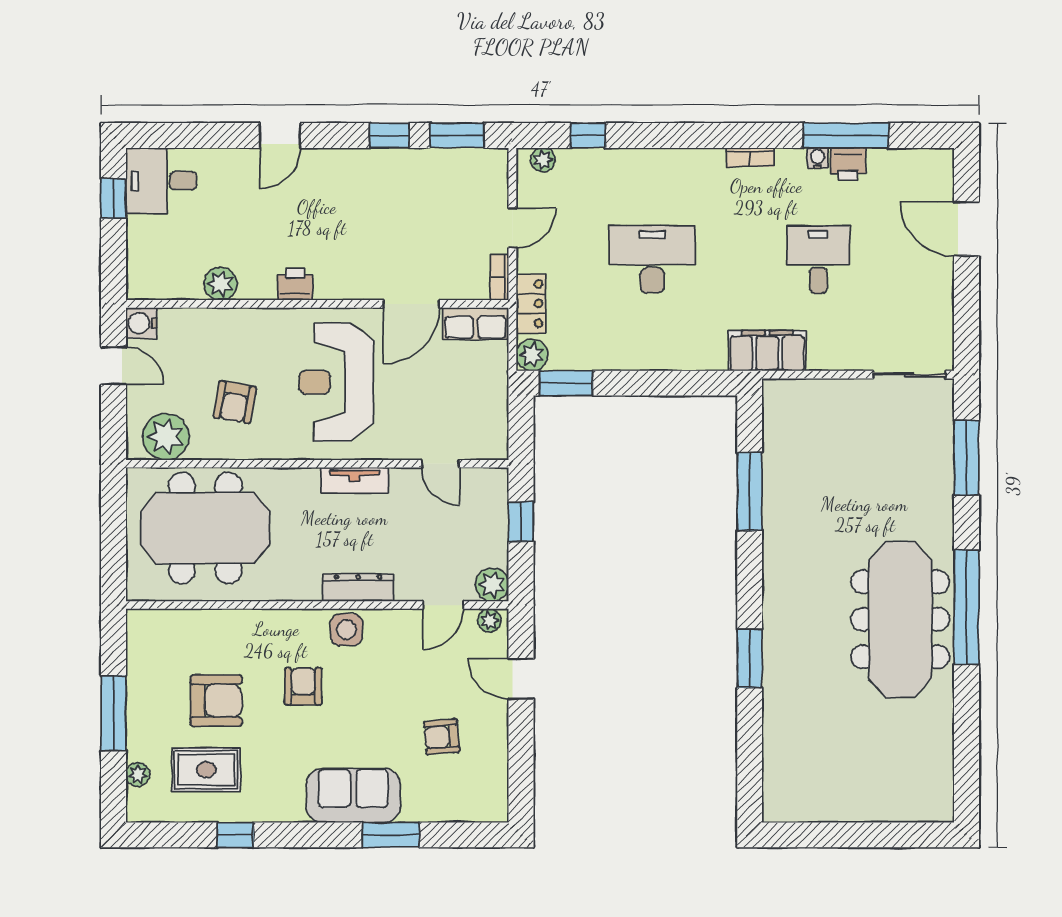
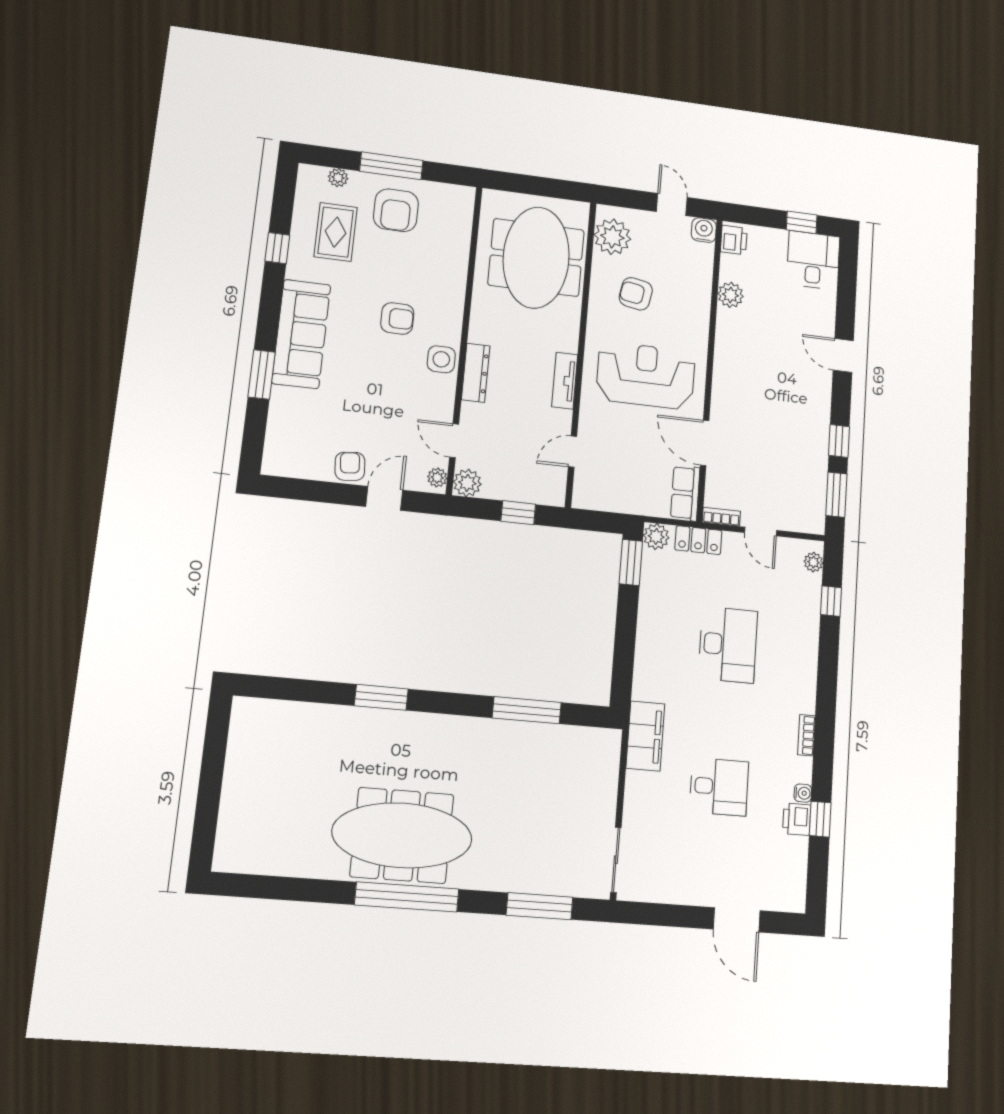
window: (846, 136) -> (820, 819), width x0.46
door: (967, 229) -> (737, 920), swing flipped
printer: (295, 284) -> (734, 240), moved
door: (114, 366) -> (672, 204), swing flipped
armchair: (216, 701) -> (396, 210), moved
armchair: (442, 737) -> (350, 466), moved
sofa: (353, 795) -> (301, 334), width x1.36

